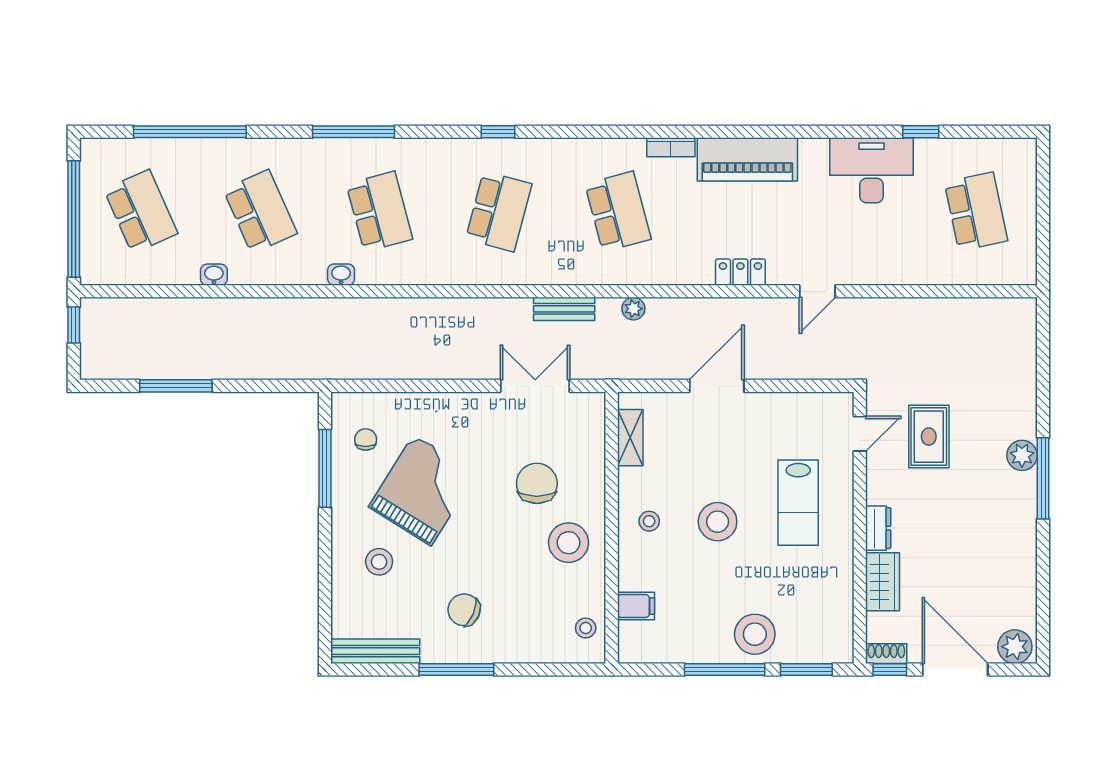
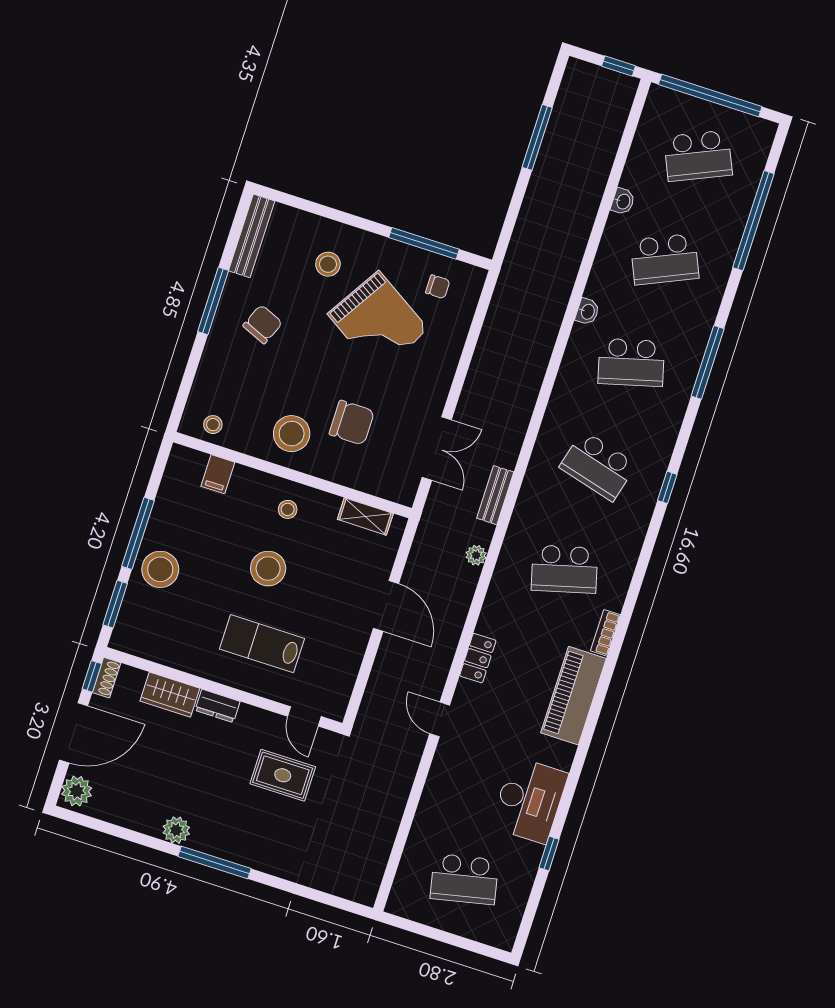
plant: (1022, 455) -> (176, 830), moved

